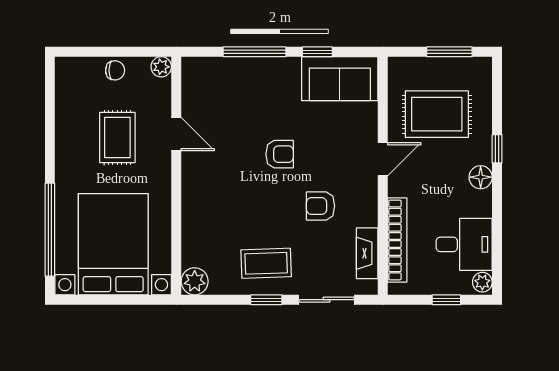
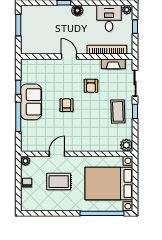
sofa: (340, 79) -> (31, 102), moved
rug: (437, 114) -> (48, 31), removed

